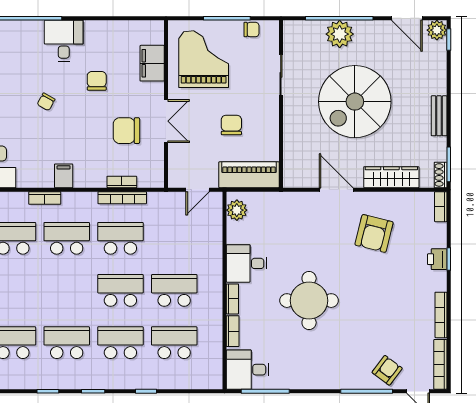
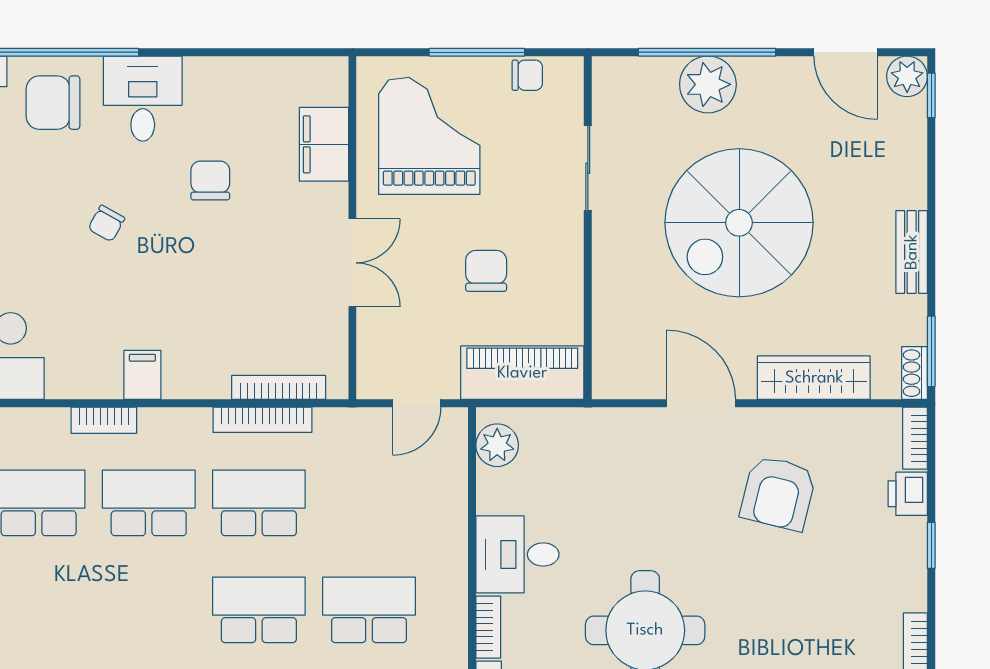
chair: (126, 131) -> (53, 103), moved
bookcase: (122, 182) -> (279, 387), width x1.56
printer: (437, 259) -> (908, 494), moved

